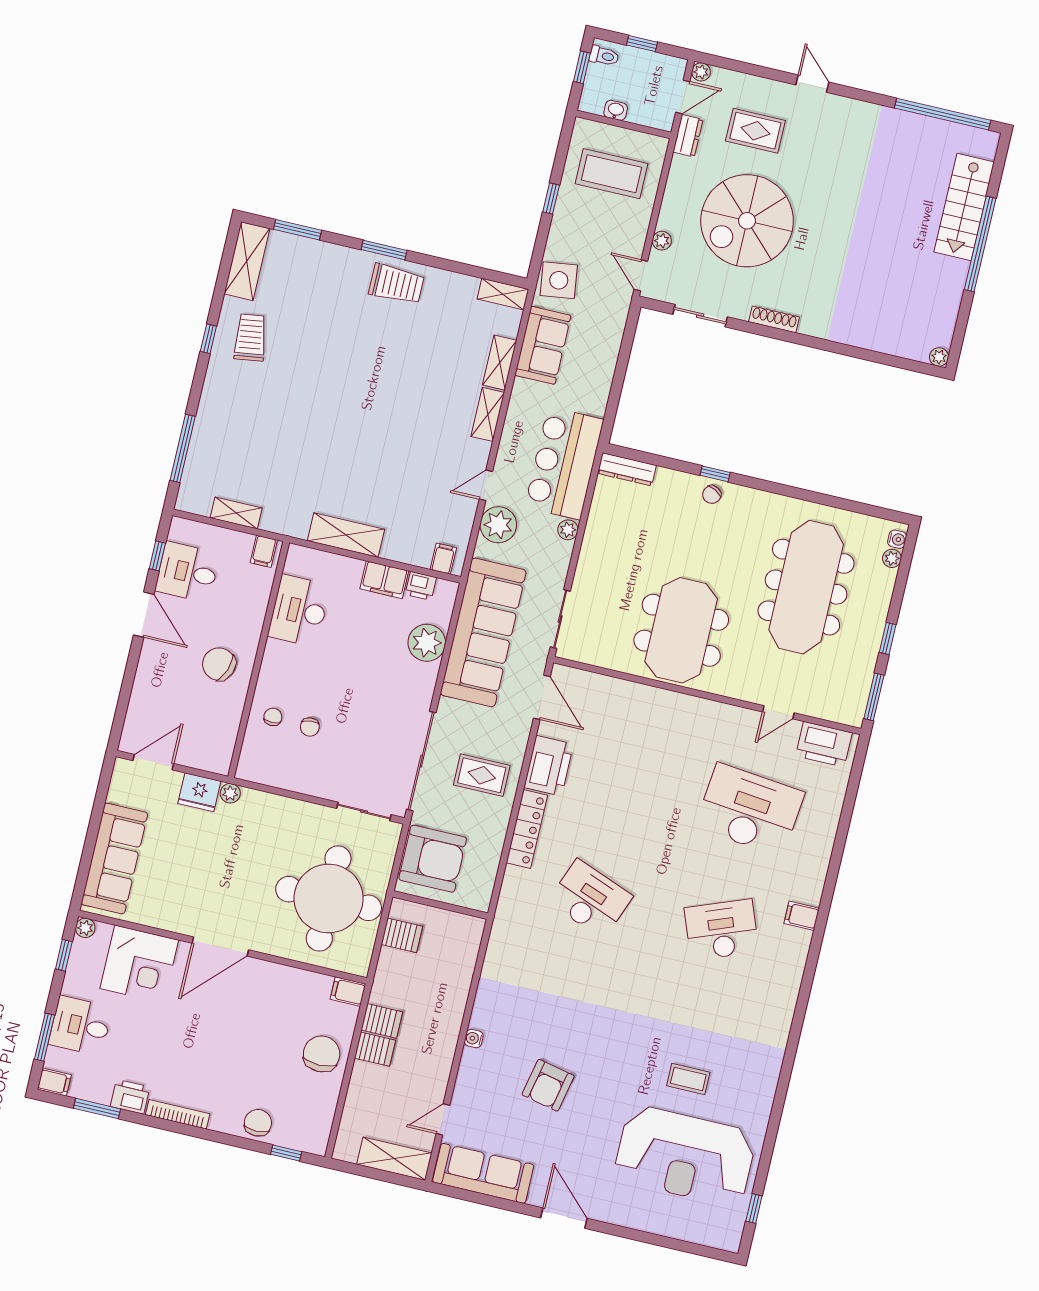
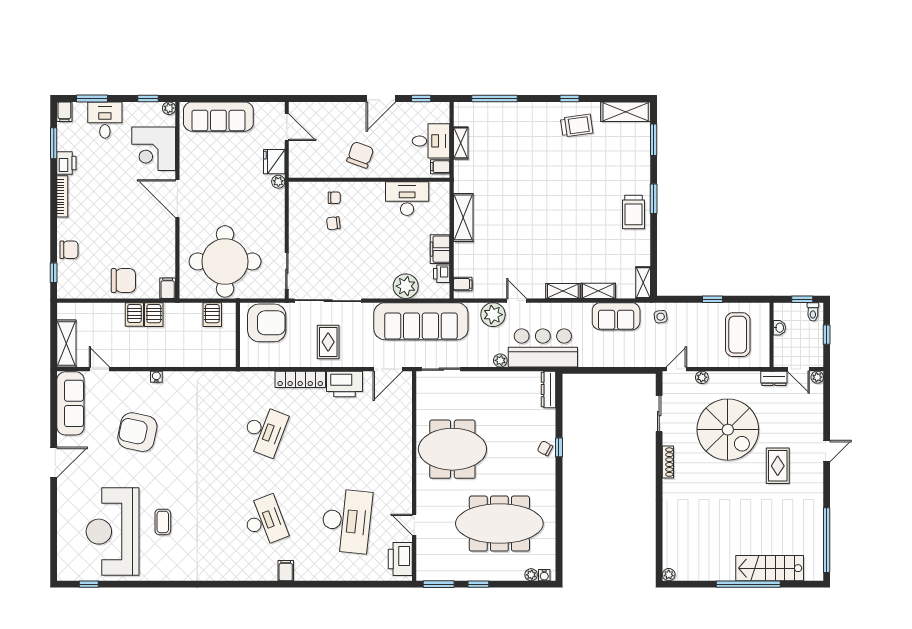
rug: (755, 131) -> (778, 466), moved
spiral stairs: (747, 221) -> (728, 430), turned 180
side table: (559, 280) -> (661, 317), width x0.54, depth x0.54
desk: (187, 572) -> (431, 141), moved, turned 90
armchair: (433, 859) -> (267, 323), turned -90
armchair: (548, 1085) -> (137, 432), width x1.36, depth x1.36

